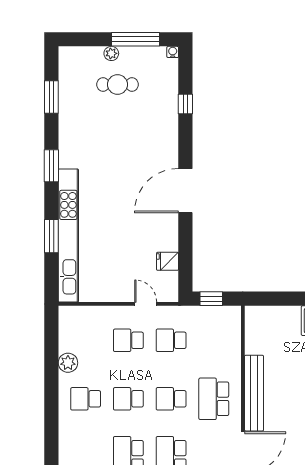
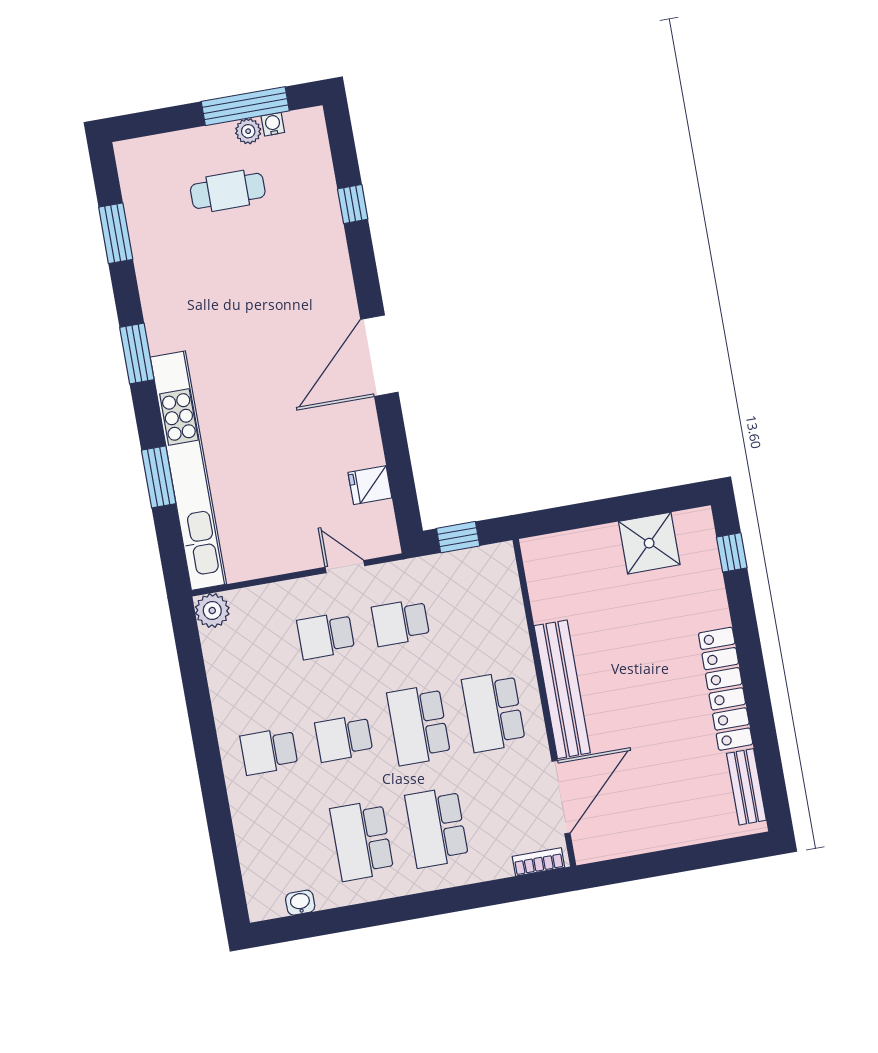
water cooler: (173, 52) -> (273, 124), moved
plant: (111, 53) -> (248, 131), moved
plant: (68, 363) -> (212, 611), moved
school desk: (171, 399) -> (419, 725), width x1.85

